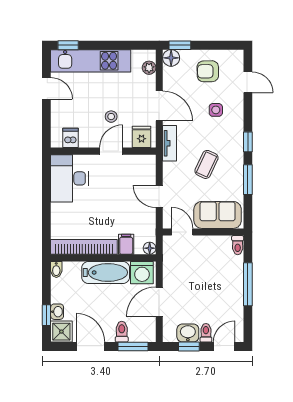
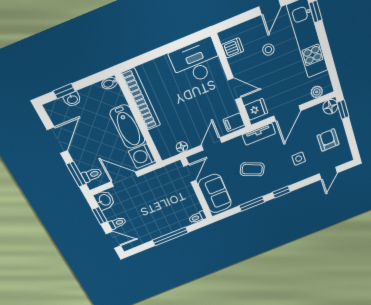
stool: (111, 117) -> (268, 50), moved
filing cabinet: (126, 244) -> (234, 122), moved, turned 180
floor lamp: (150, 248) -> (182, 147), moved
shower: (61, 332) -> (57, 110), removed
toilet: (122, 332) -> (92, 175), moved
washbasin: (188, 333) -> (104, 200), moved

